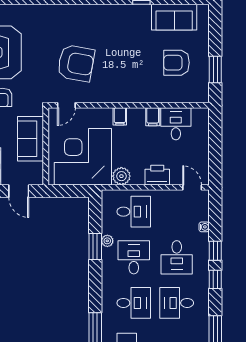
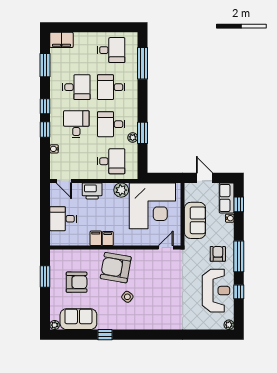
plant: (203, 10) -> (55, 325), added
side table: (114, 45) -> (127, 297), added
armchair: (76, 63) -> (116, 268), moved
filing cabinet: (120, 116) -> (108, 239), moved
desk: (176, 124) -> (63, 219), moved, turned 90
desk: (134, 212) -> (111, 161), turned 180
desk: (134, 257) -> (111, 124), turned 90

